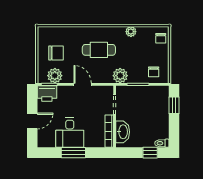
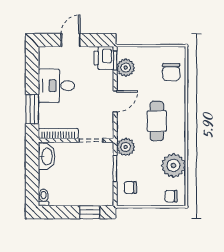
plant: (131, 32) -> (173, 165), width x1.88, depth x1.88
chair: (56, 53) -> (171, 72), moved
door: (32, 121) -> (71, 40), swing flipped
washbasin: (123, 132) -> (47, 156), moved, turned -90
window: (73, 153) -> (32, 109), moved
window: (150, 153) -> (32, 183), removed

